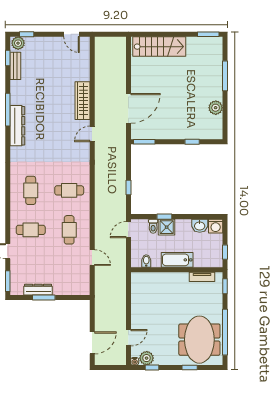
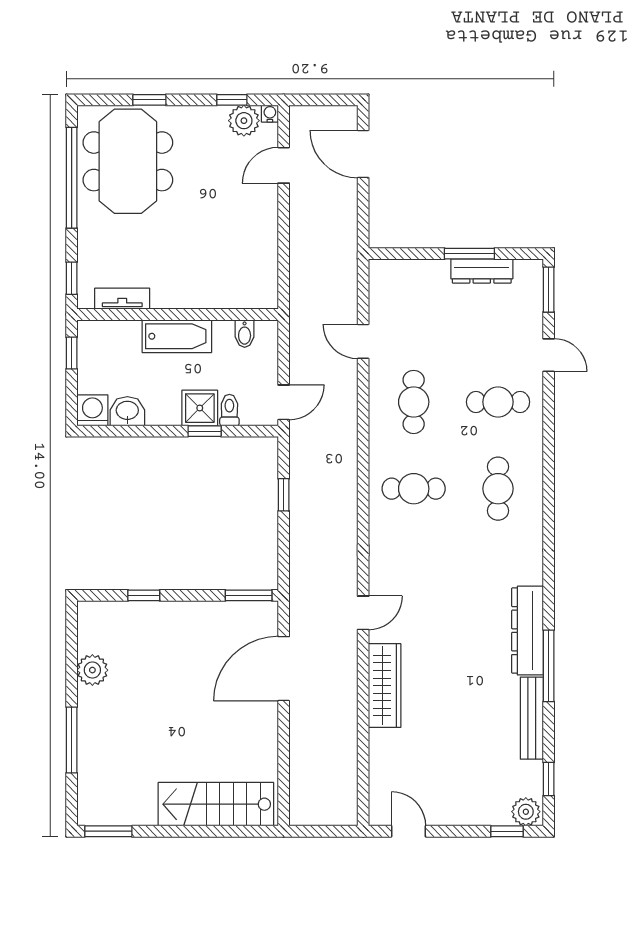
bench: (15, 66) -> (532, 718), moved, width x1.36
door: (92, 343) -> (363, 154), hinge flipped

